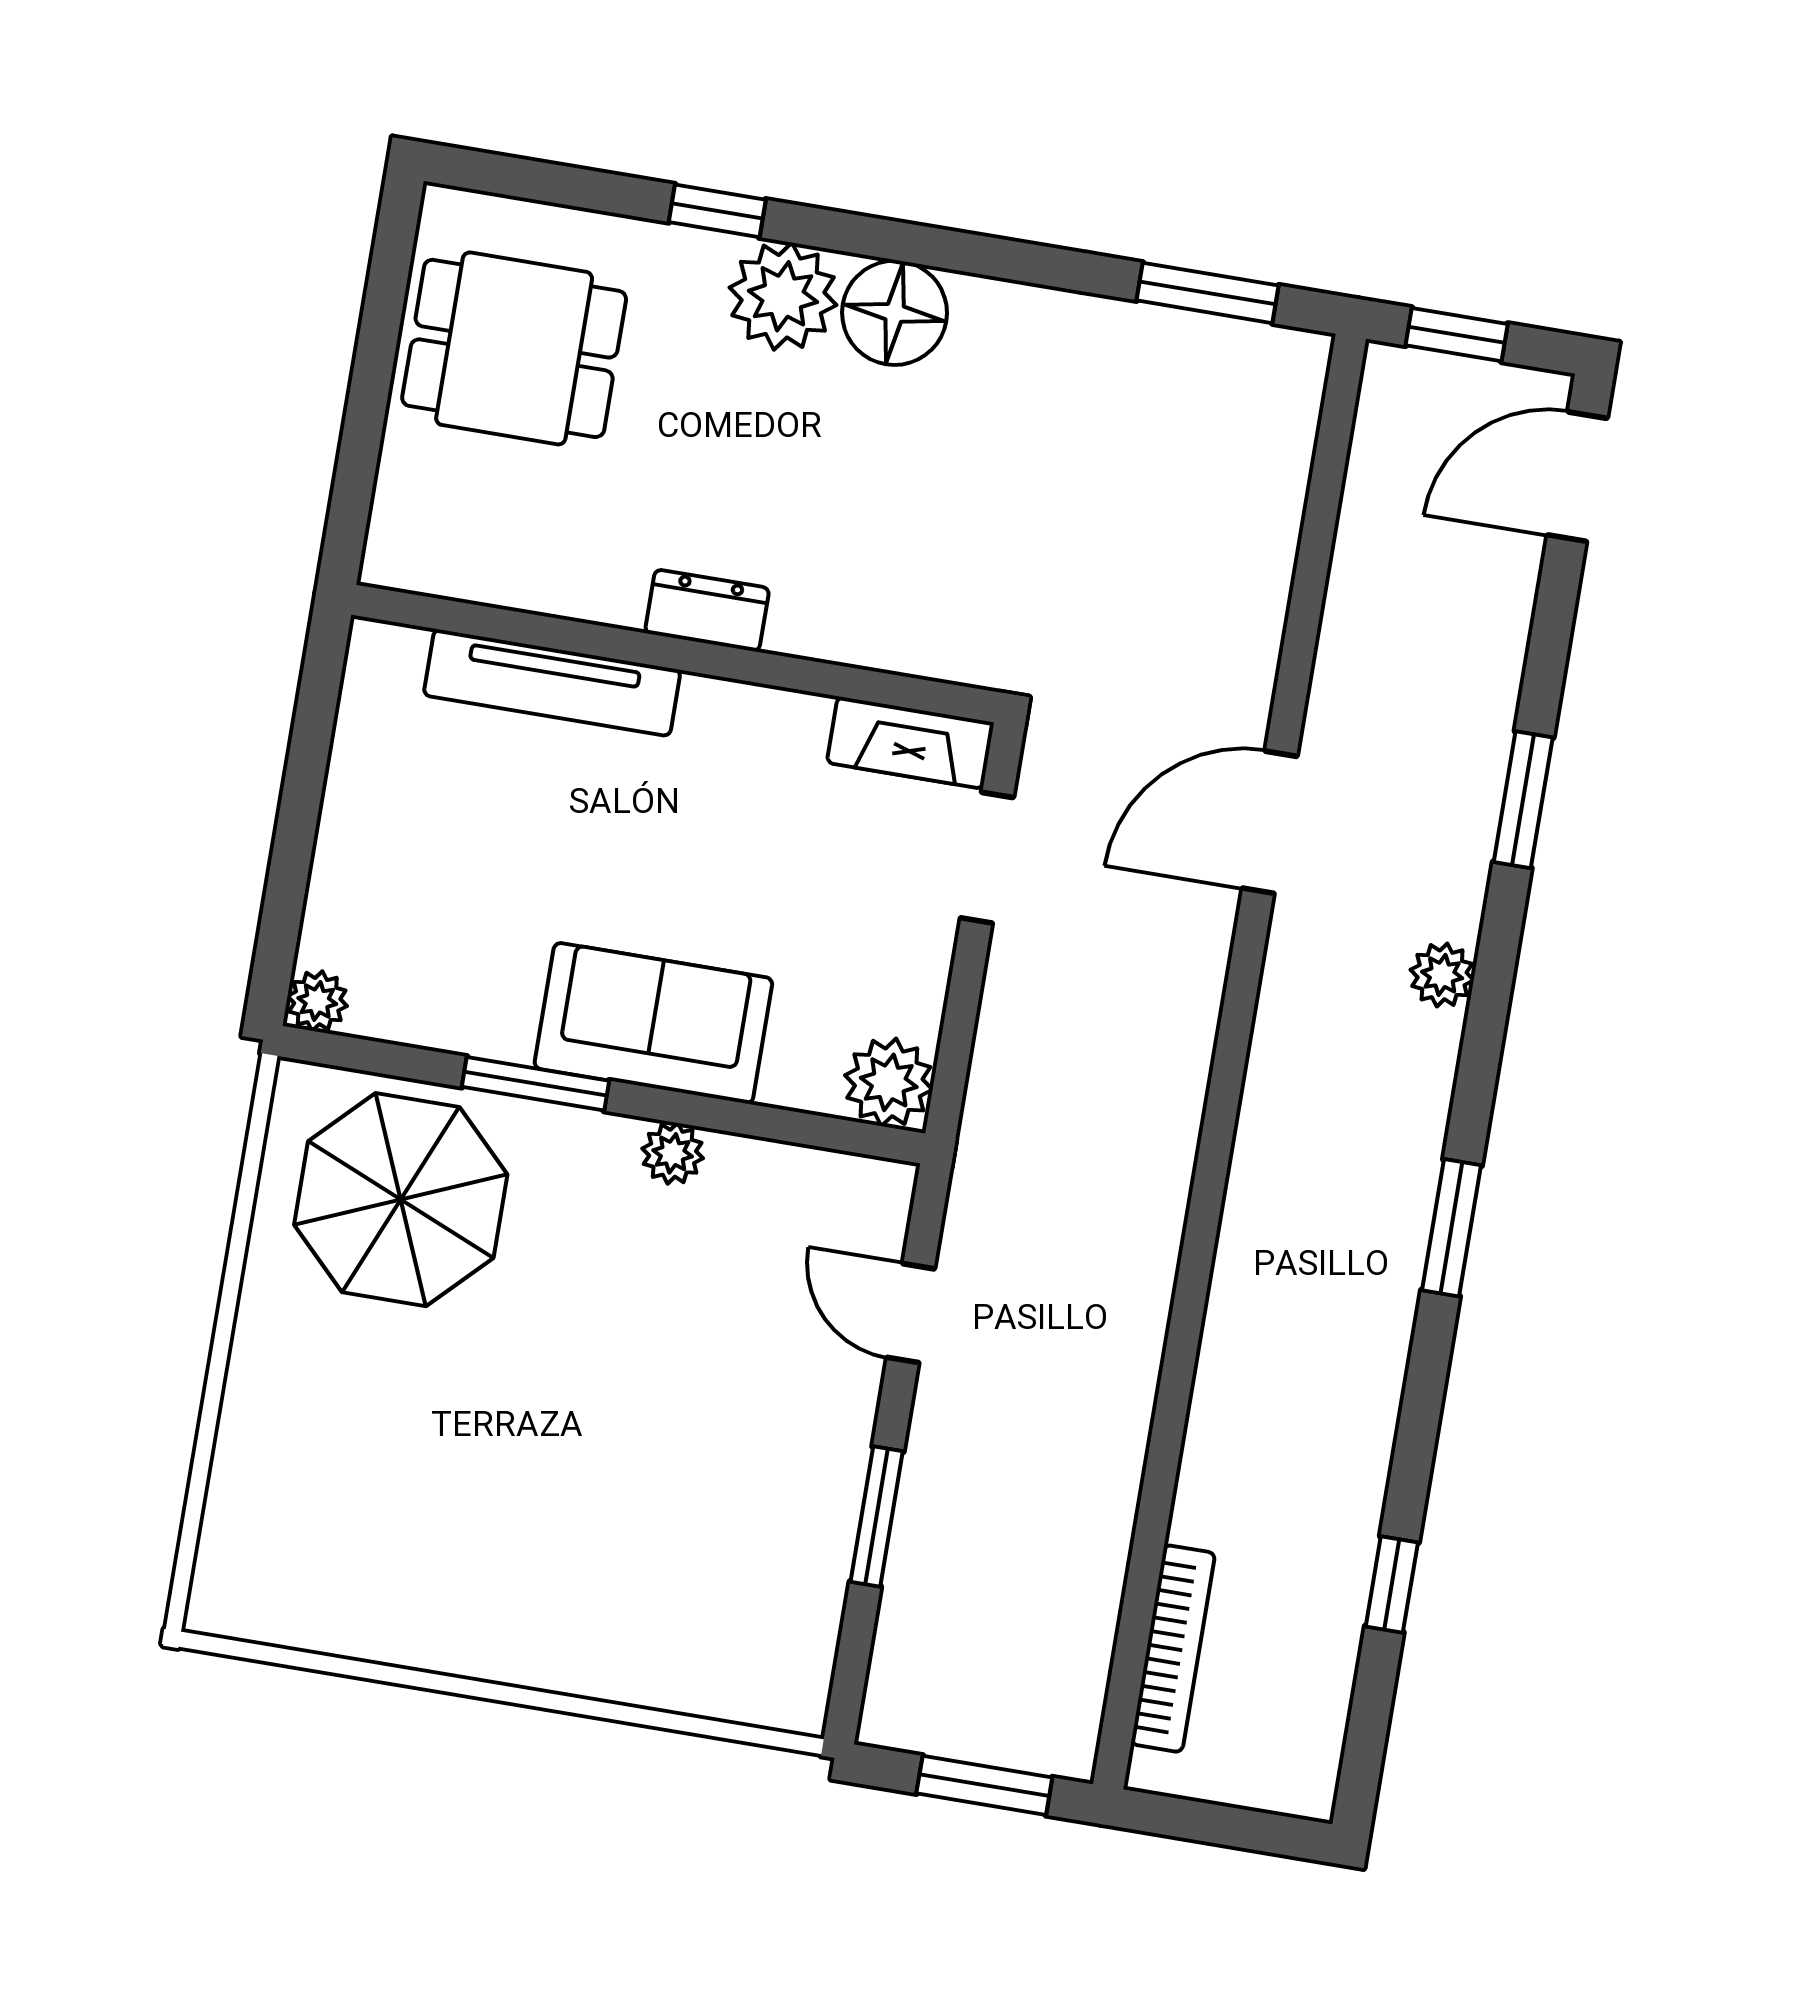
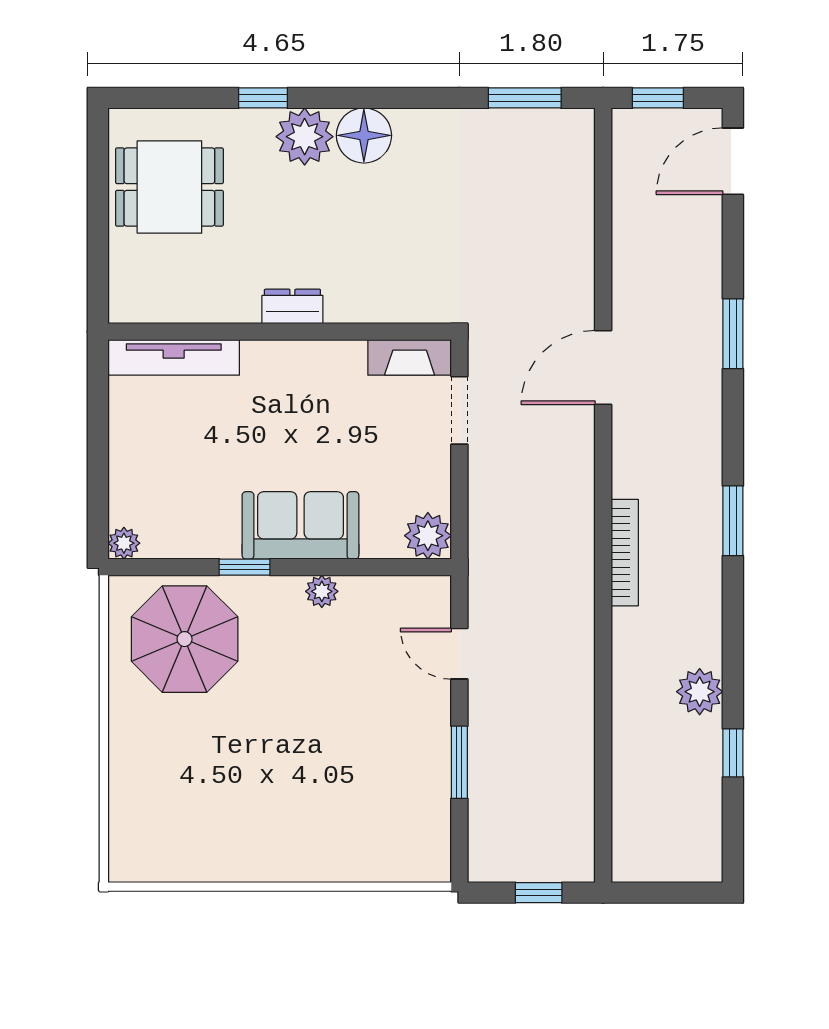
tv unit: (552, 683) -> (174, 357), moved
plant: (1442, 975) -> (700, 692), moved, width x1.38, depth x1.38
window: (535, 1084) -> (244, 567), width x0.67
window: (1452, 1228) -> (733, 521), moved
bookcase: (1173, 1649) -> (625, 553), moved
window: (984, 1785) -> (539, 893), width x0.67

